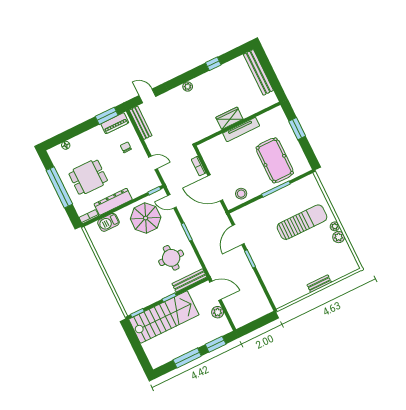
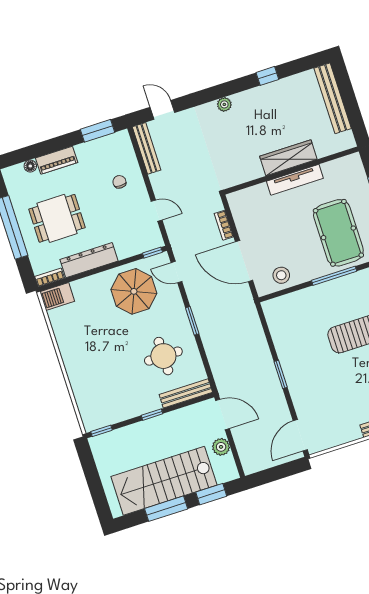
wardrobe: (229, 118) -> (288, 158), width x1.50
piano: (115, 123) -> (57, 160), moved
barbecue: (108, 222) -> (57, 297), moved
door: (238, 235) -> (300, 435), moved
stairs: (164, 317) -> (164, 481), moved, turned 180

